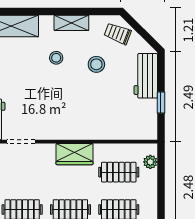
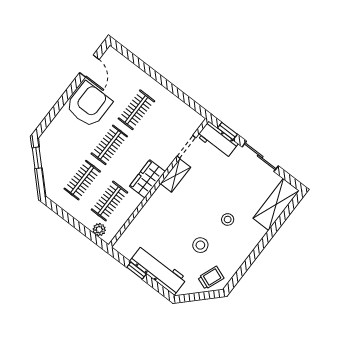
shelving: (71, 23) -> (176, 175), moved
workbench: (146, 76) -> (158, 270), width x1.37

